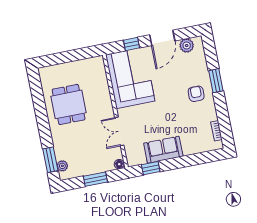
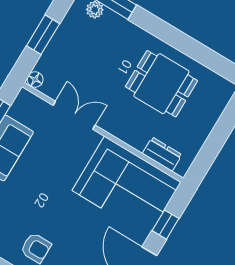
dresser: (101, 75) -> (162, 154), added

